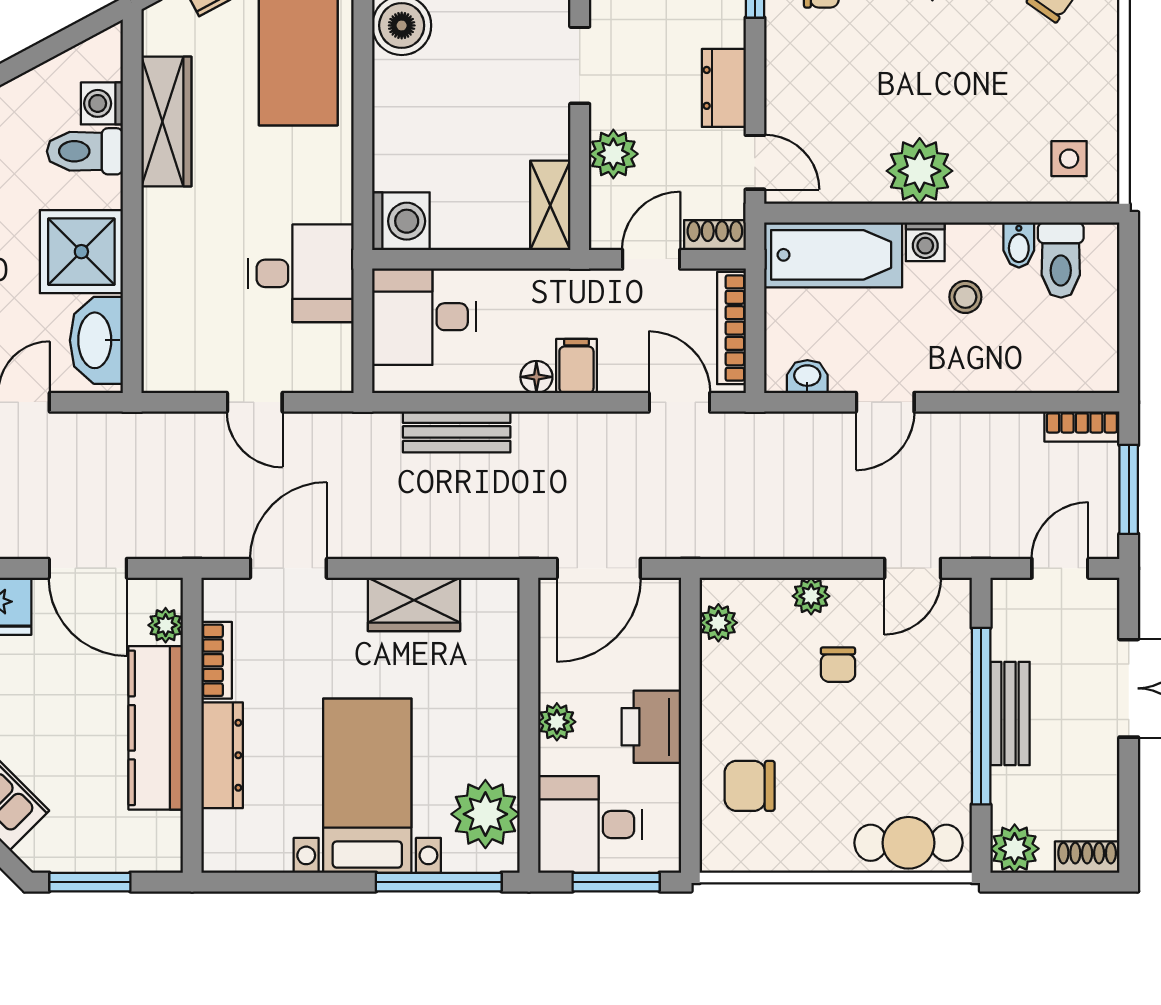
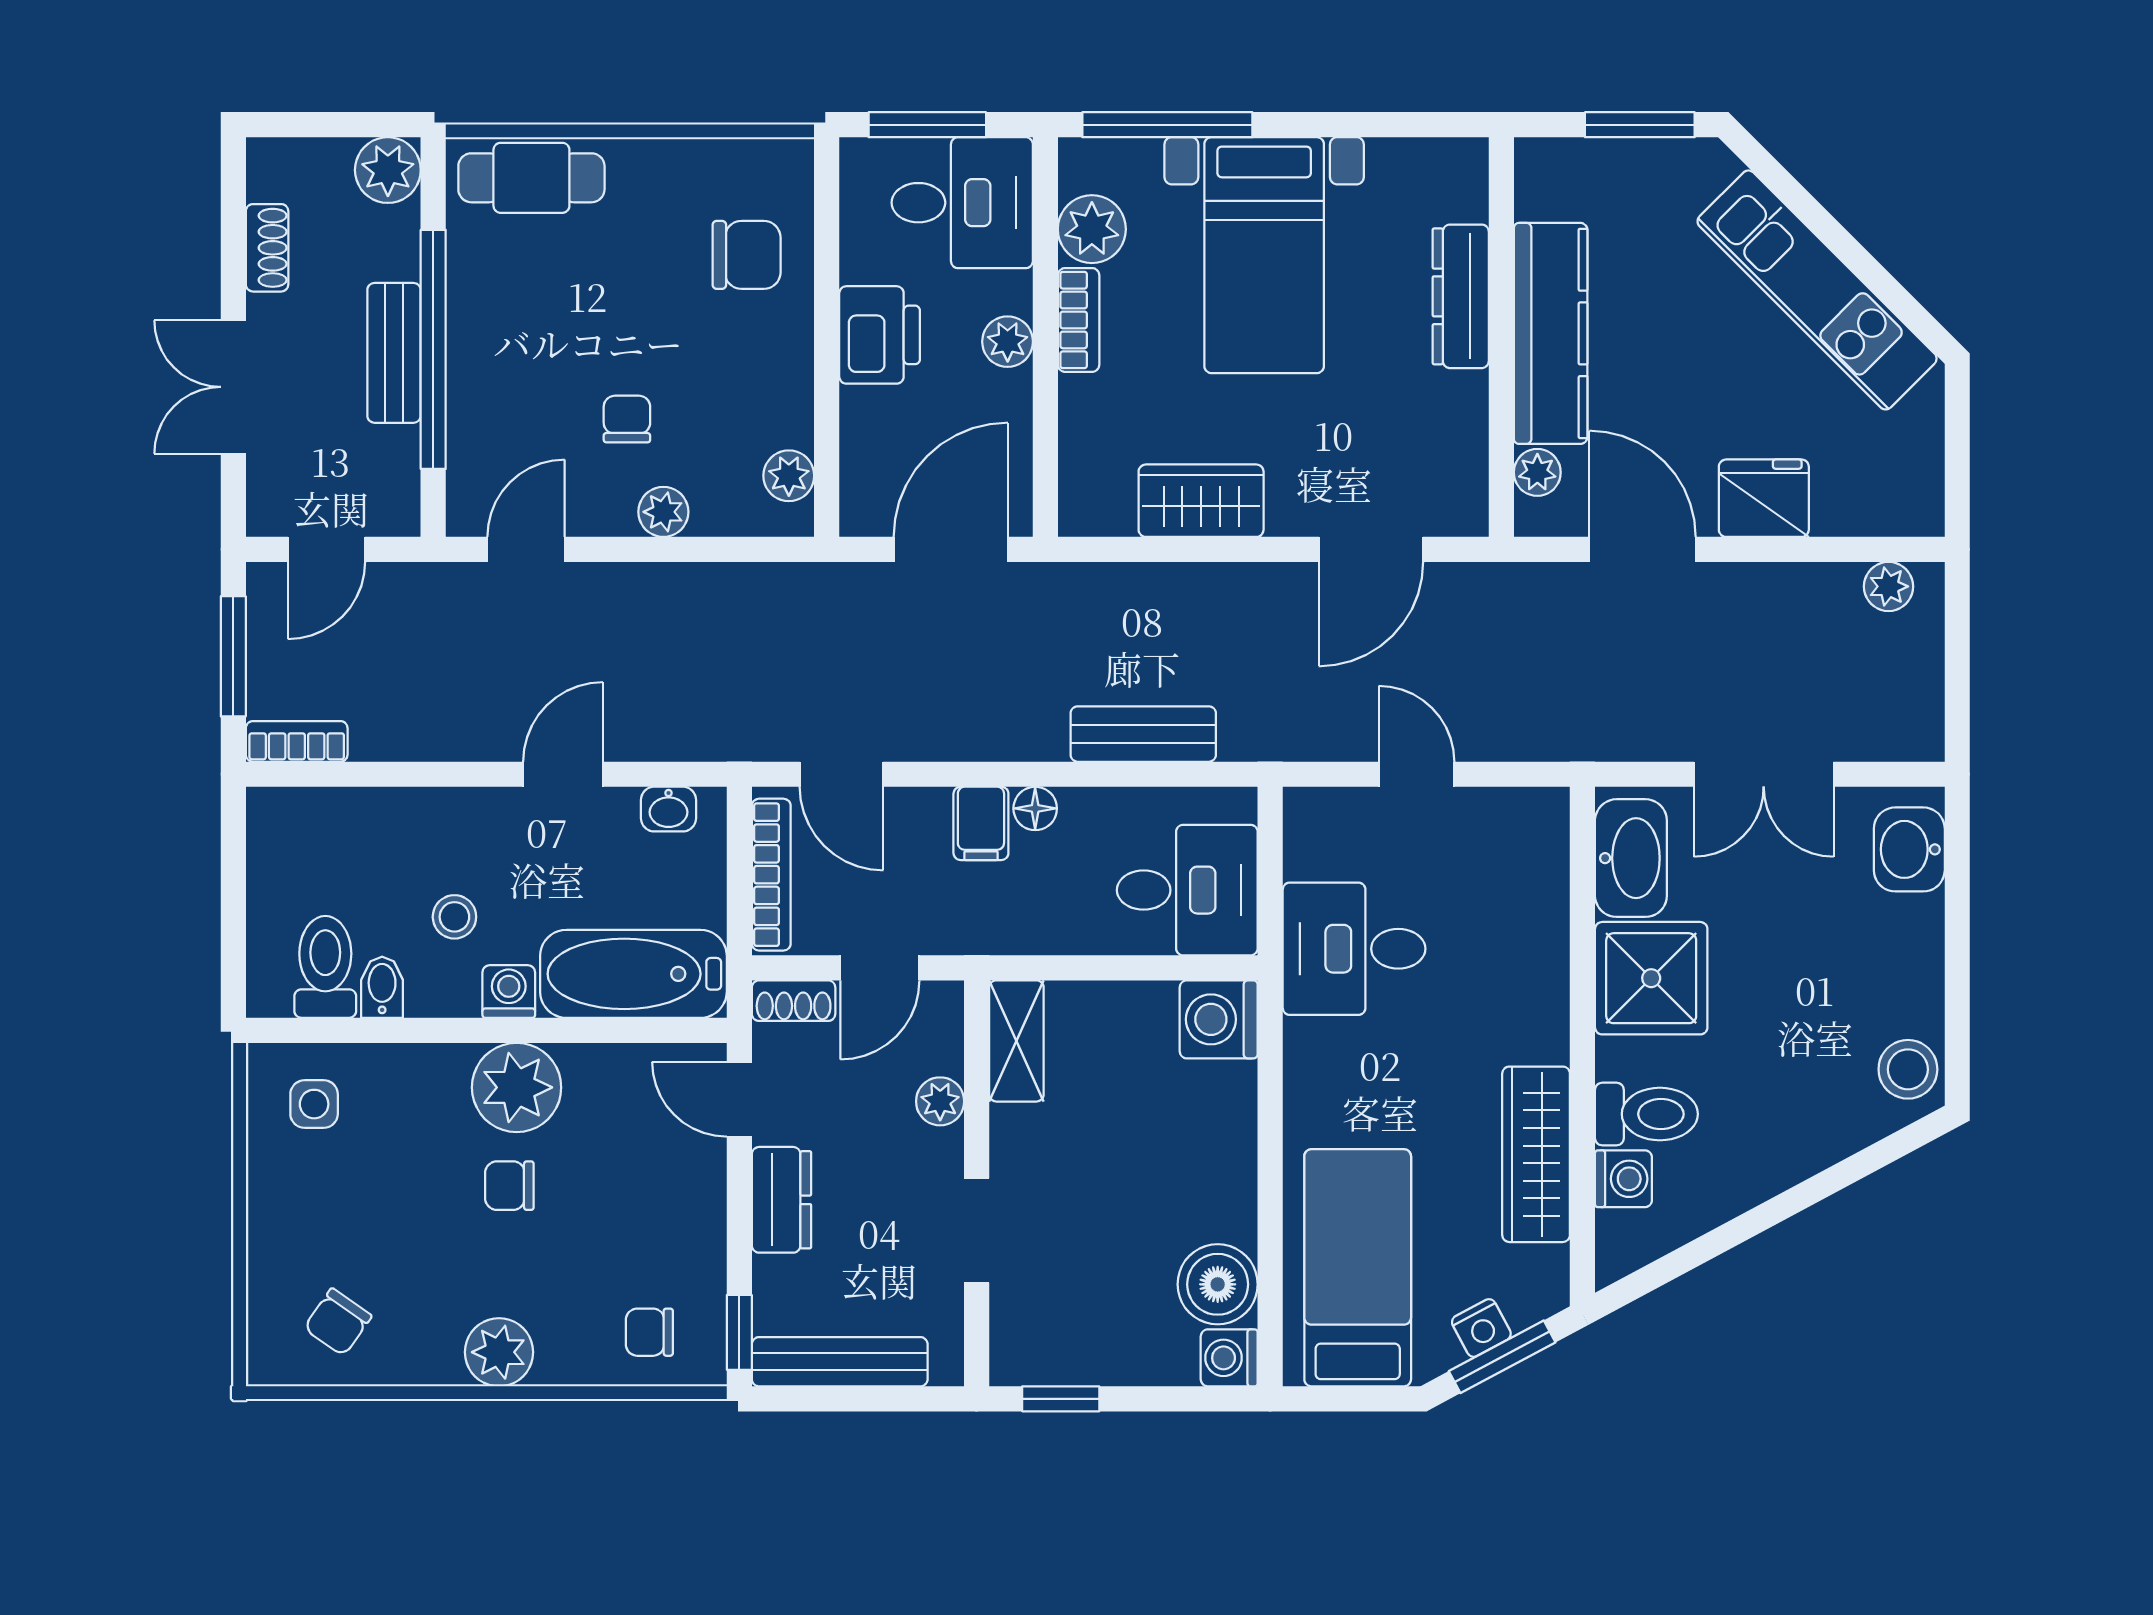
chair: (925, 98) -> (509, 1186), added
plant: (613, 154) -> (940, 1101), width x0.73, depth x0.73
bookcase: (217, 660) -> (1079, 320), moved, turned 180
plant: (485, 814) -> (1092, 229), width x0.73, depth x0.73
shoe rack: (1087, 857) -> (267, 248), moved, turned -90

